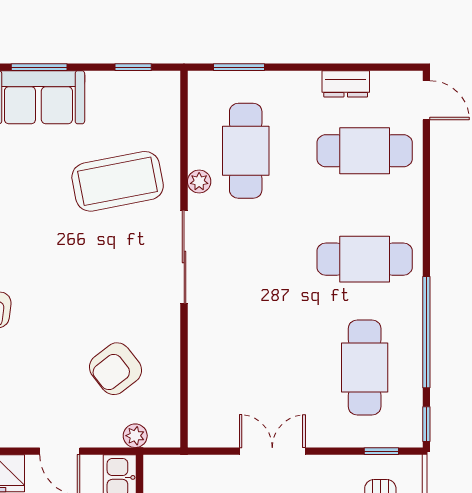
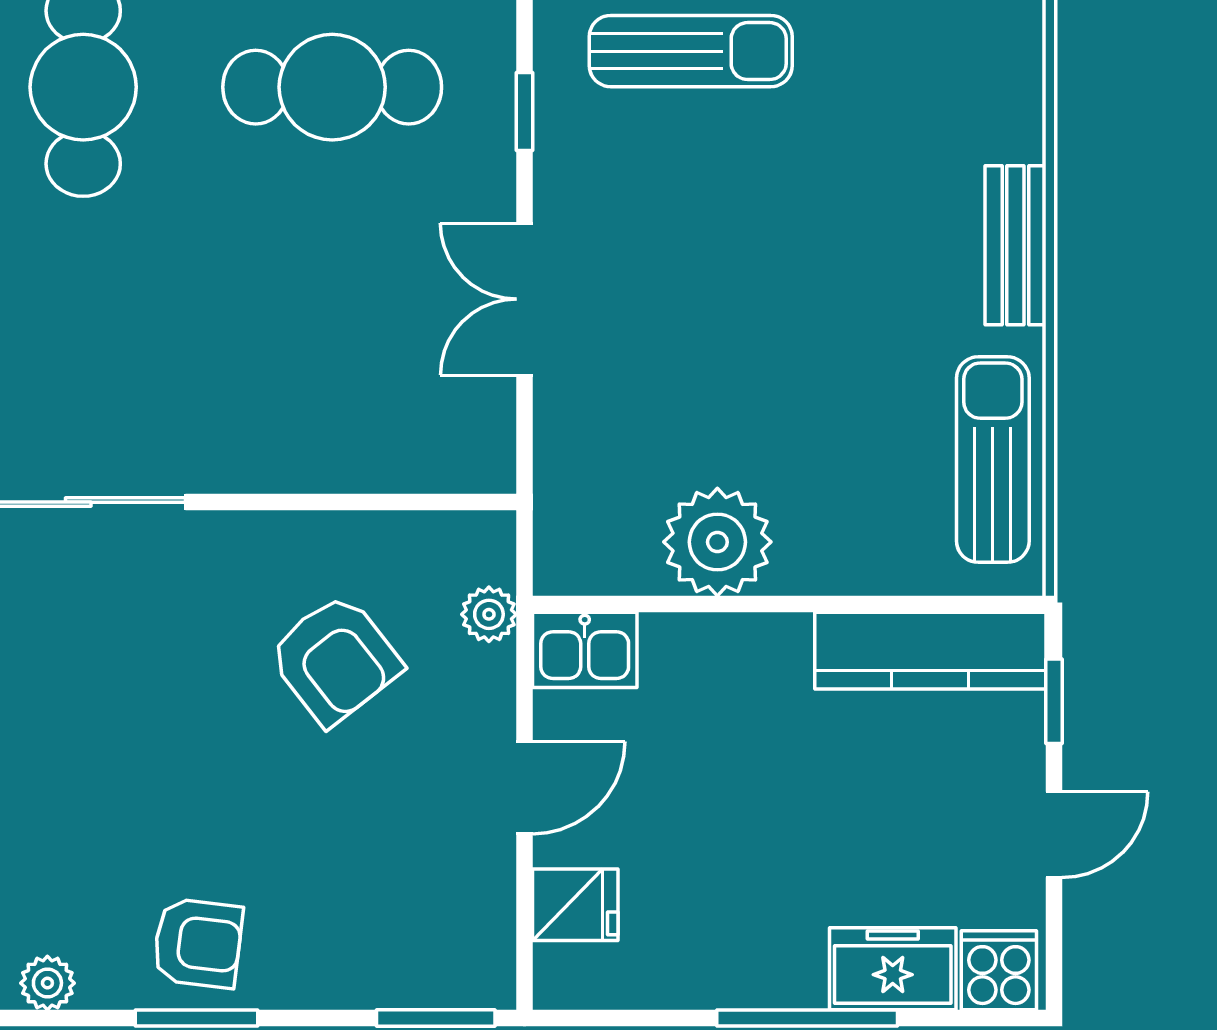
window: (381, 451) -> (524, 111), moved

